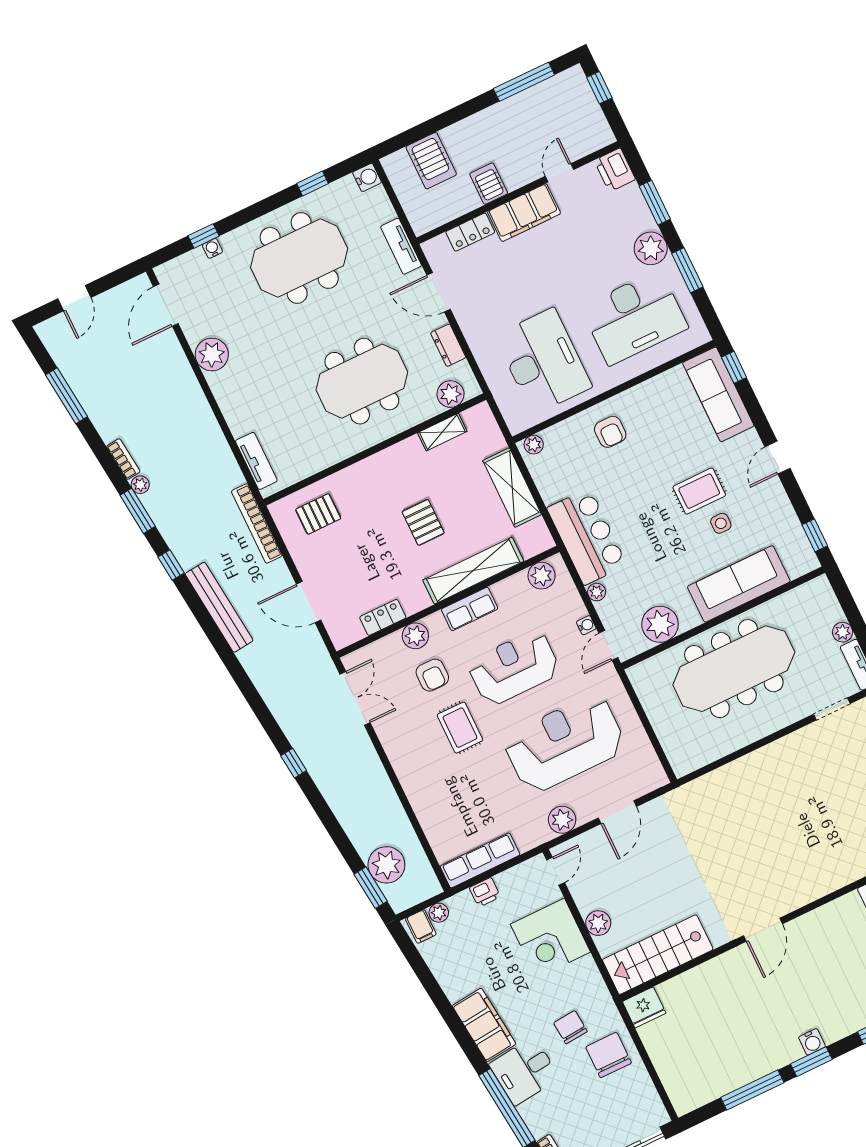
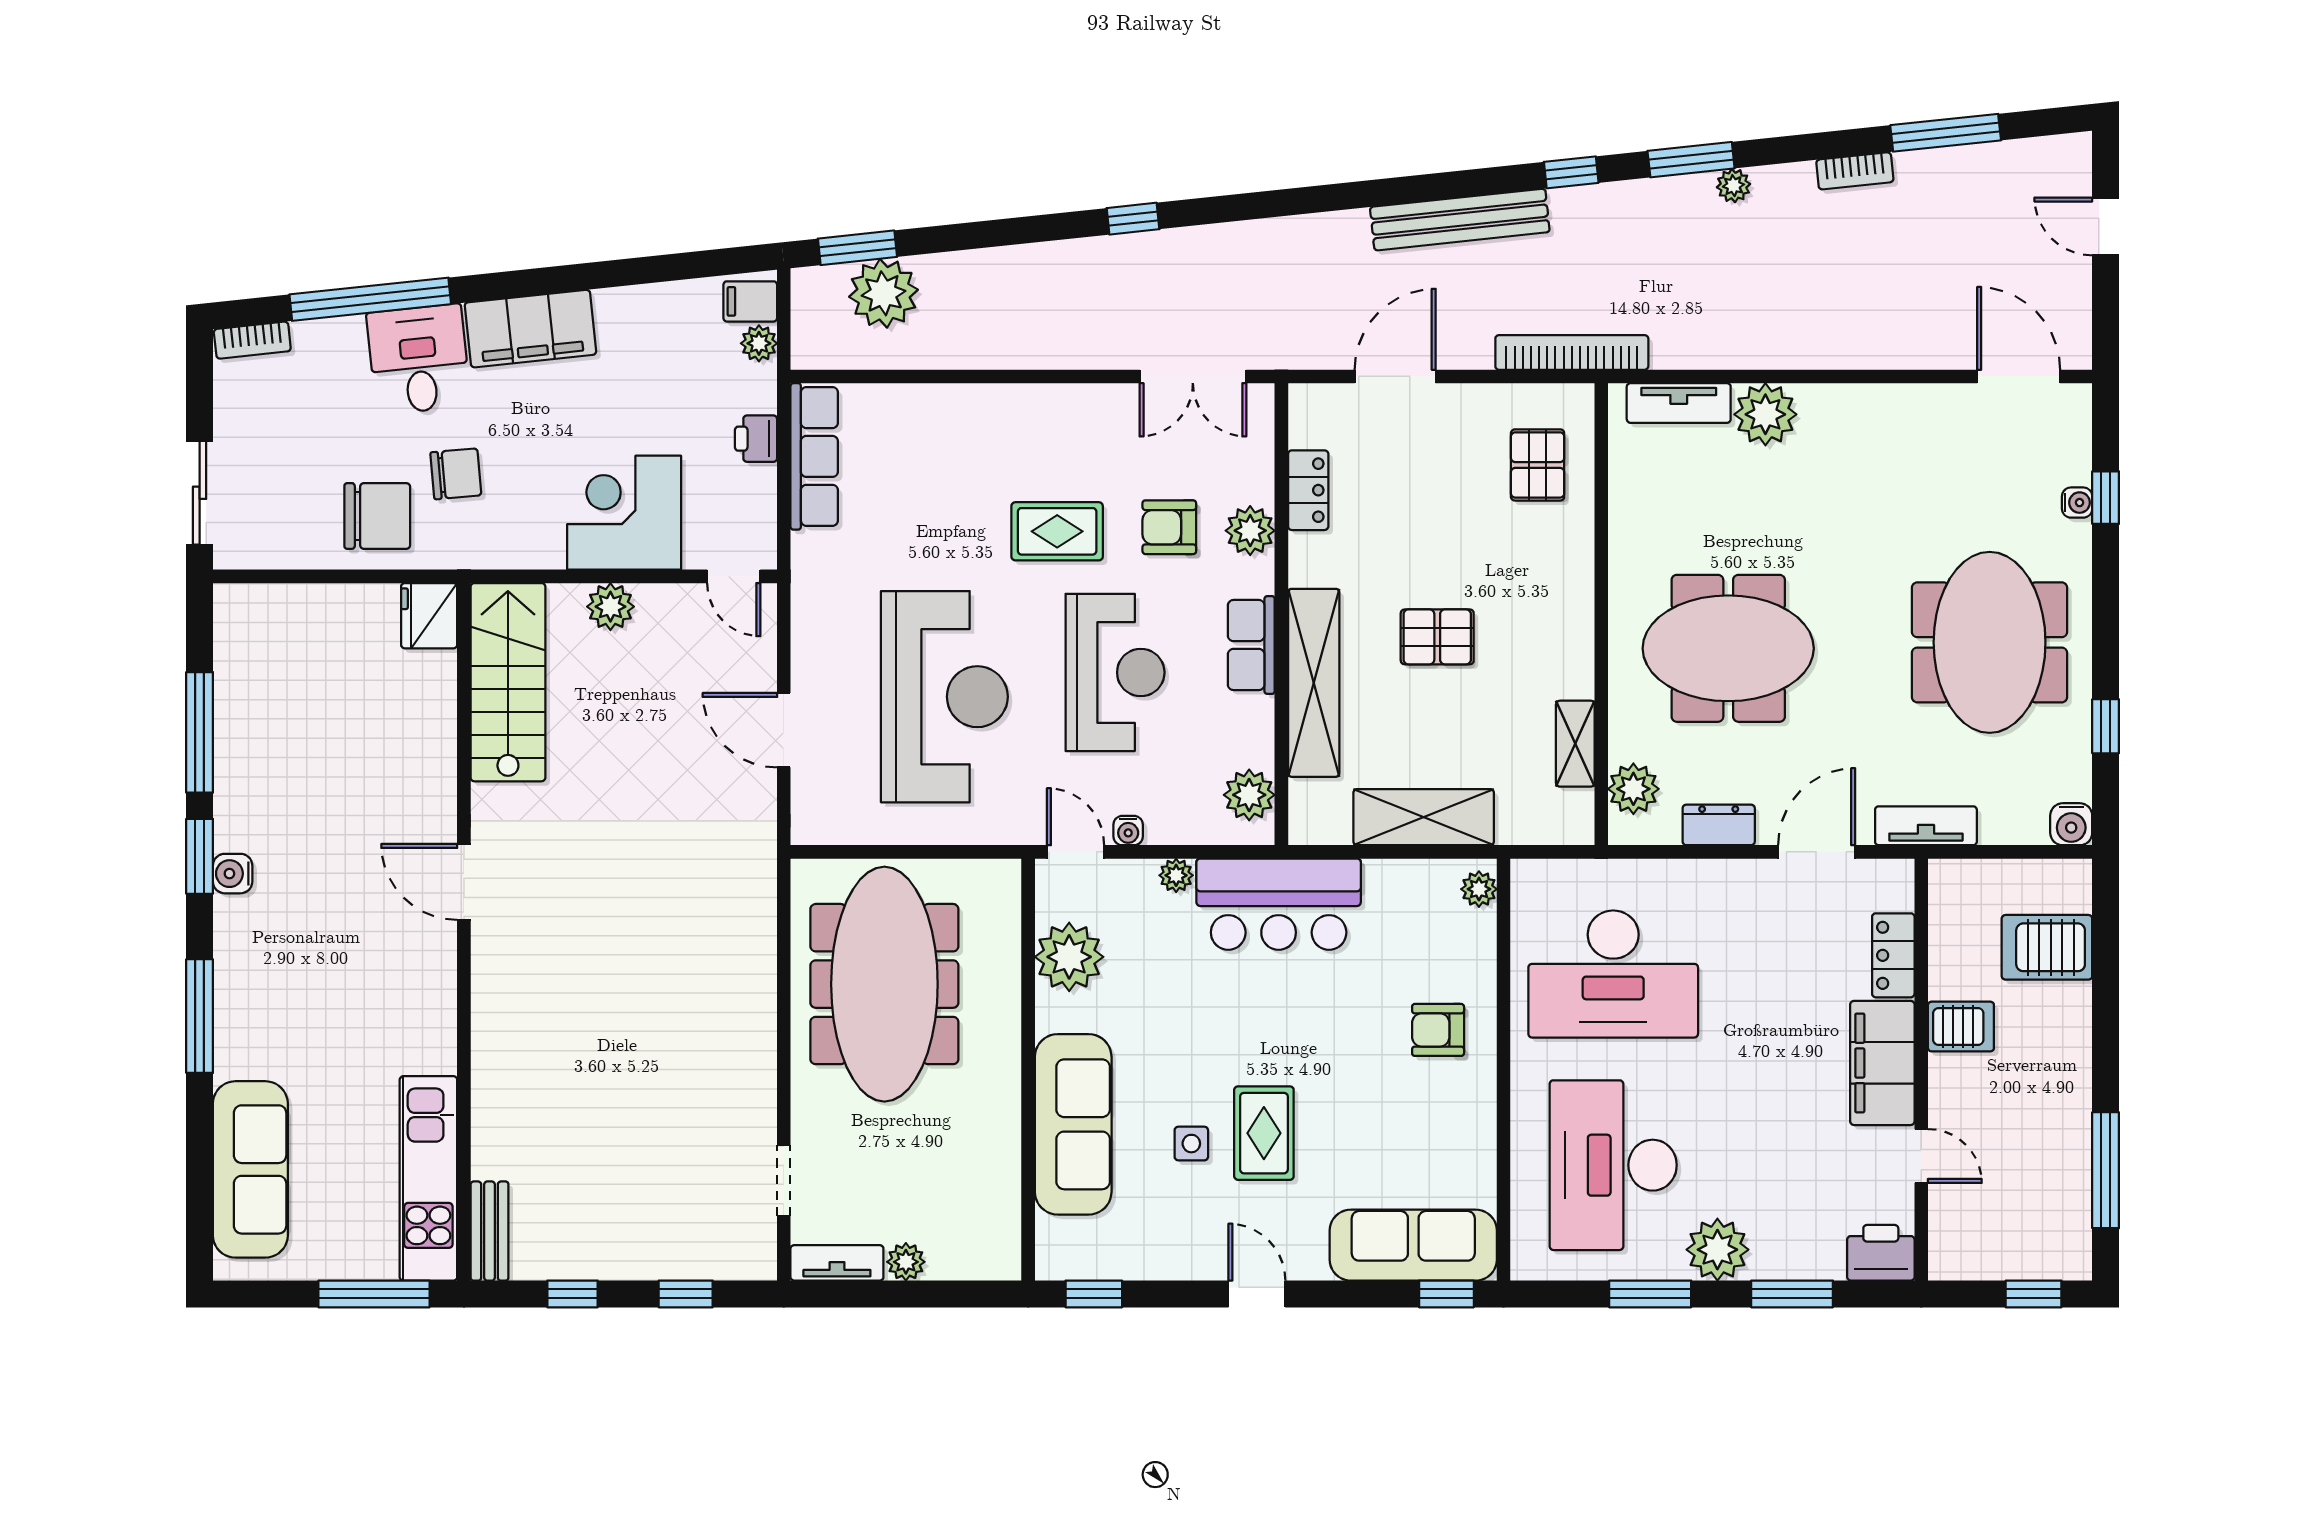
plant: (212, 354) -> (1765, 414), moved
meeting table: (362, 381) -> (1728, 648), turned 90
bookcase: (123, 459) -> (1855, 171), moved
meeting table: (734, 669) -> (884, 984), moved
plant: (562, 820) -> (816, 630), removed

